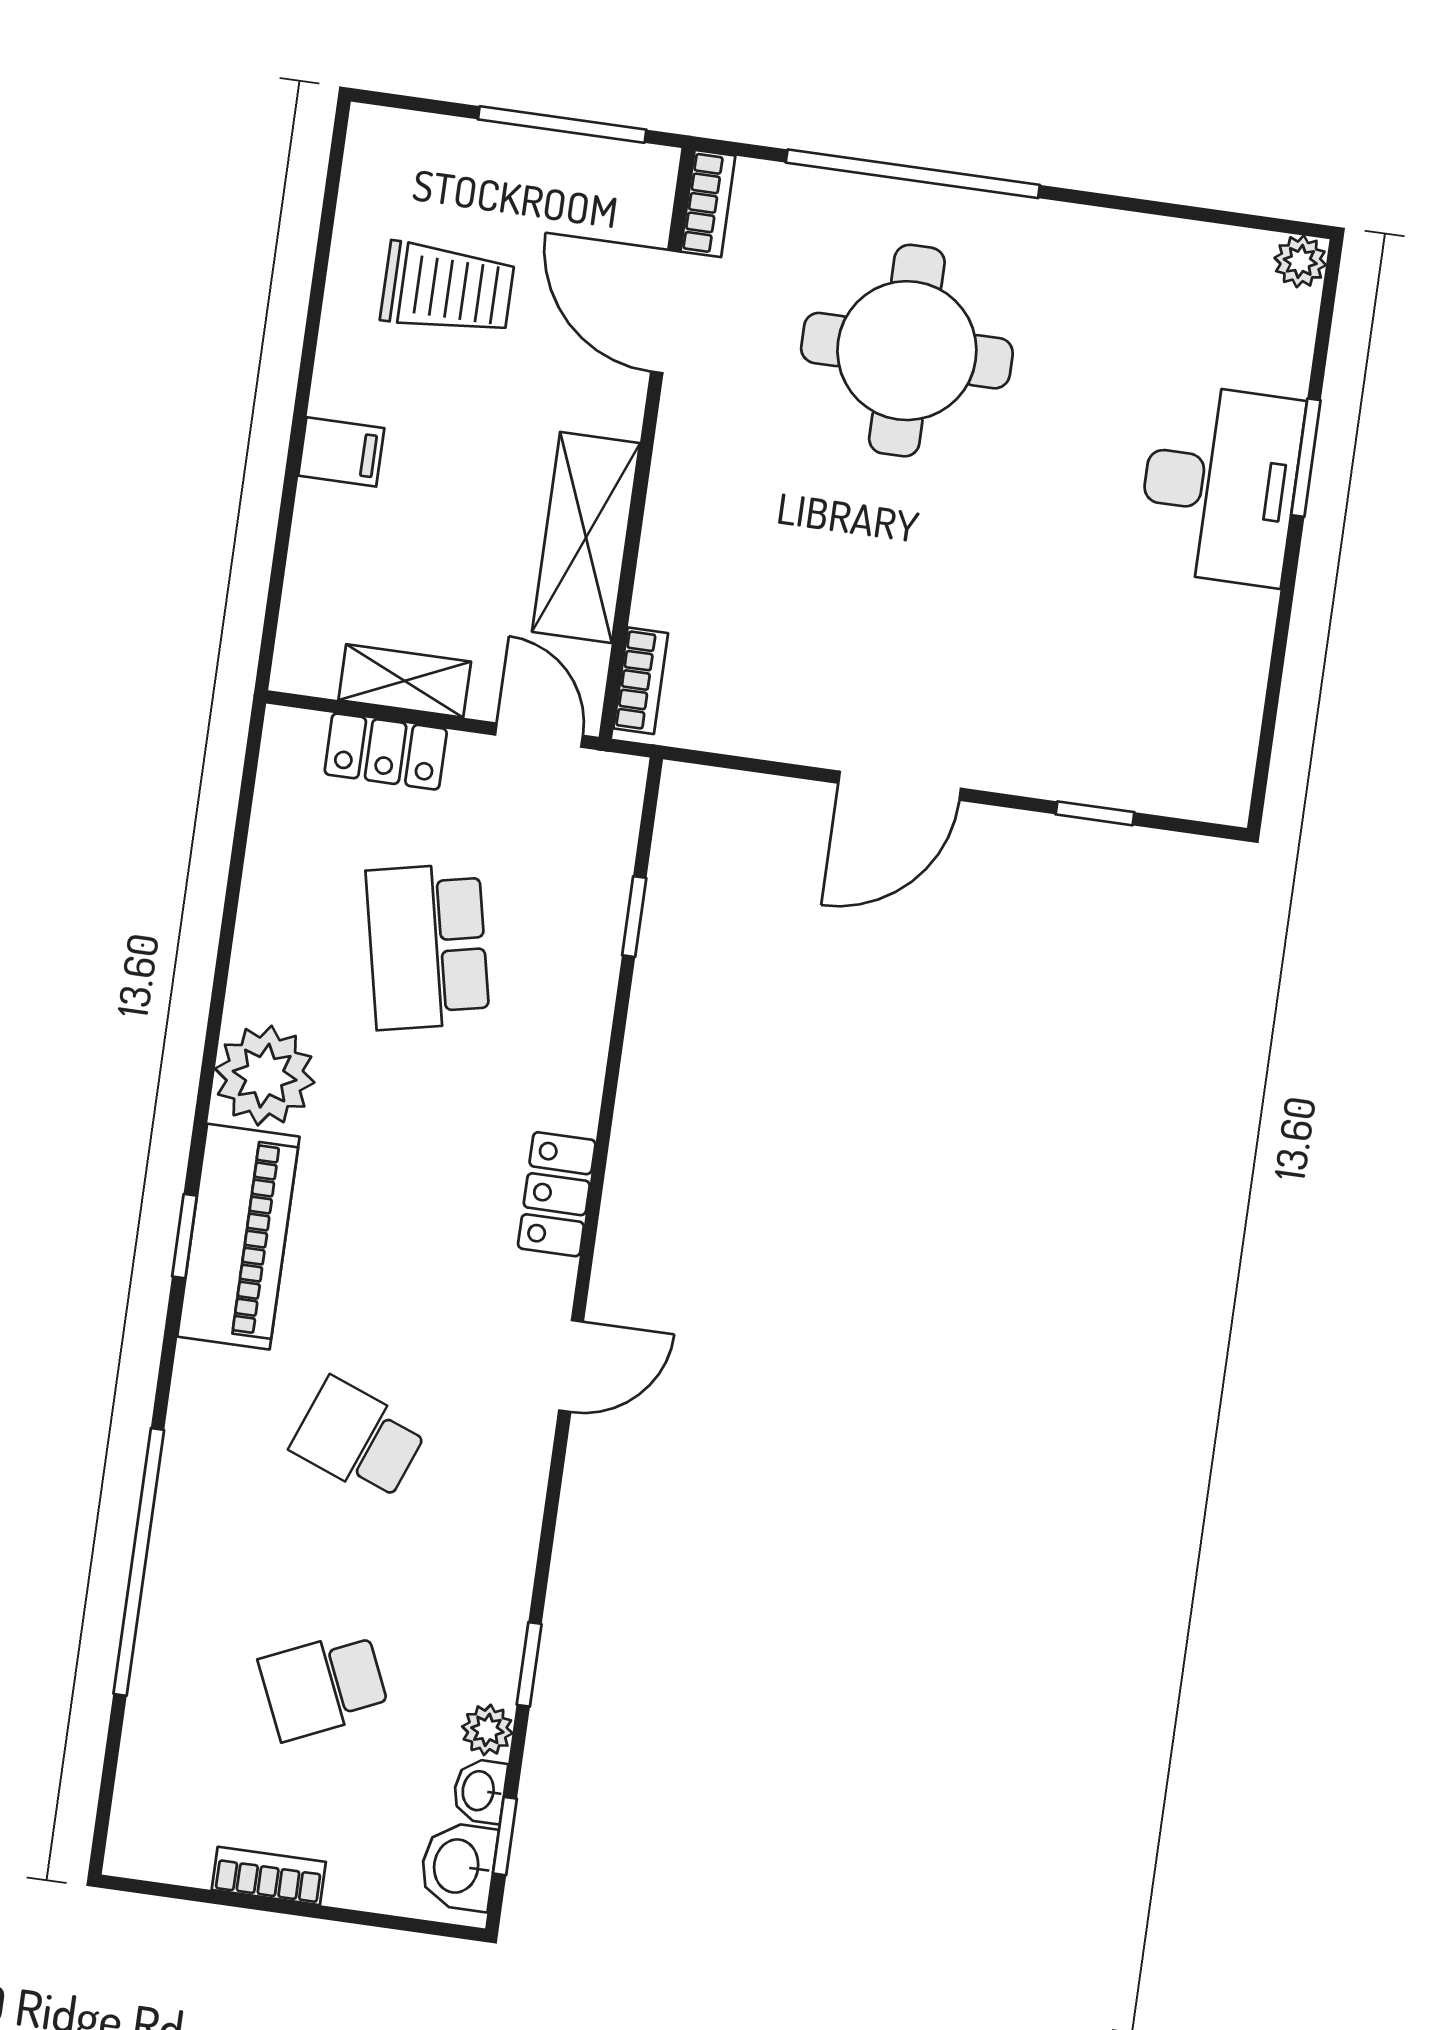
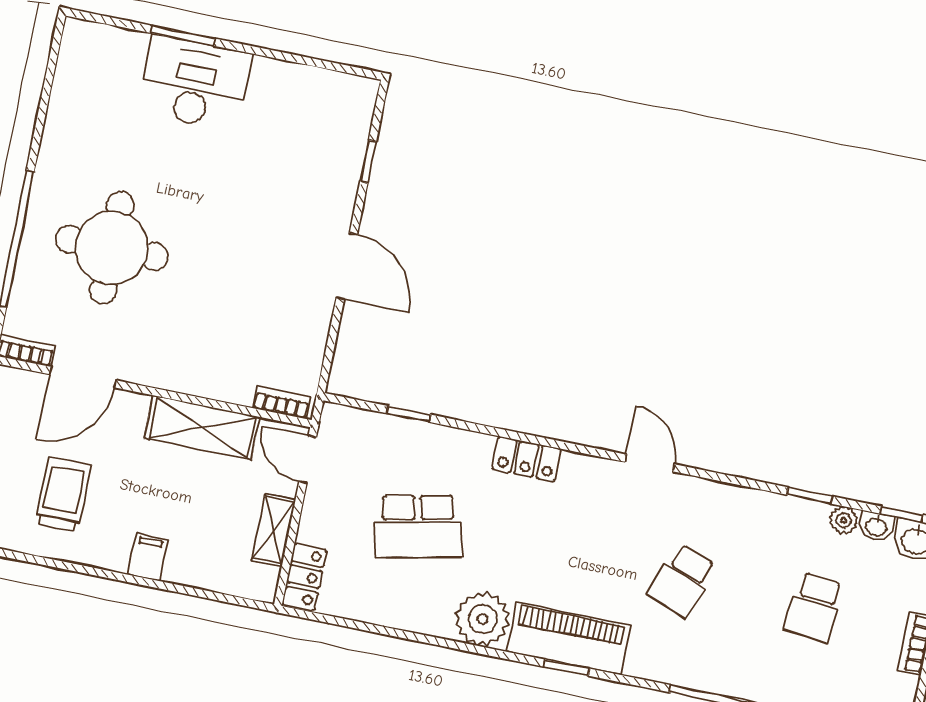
plant: (1300, 261) -> (77, 32), removed
door: (539, 735) -> (308, 459), hinge flipped
locker: (386, 752) -> (304, 577), moved
locker: (557, 1194) -> (527, 459), moved
school desk: (324, 1685) -> (814, 607), turned 30

